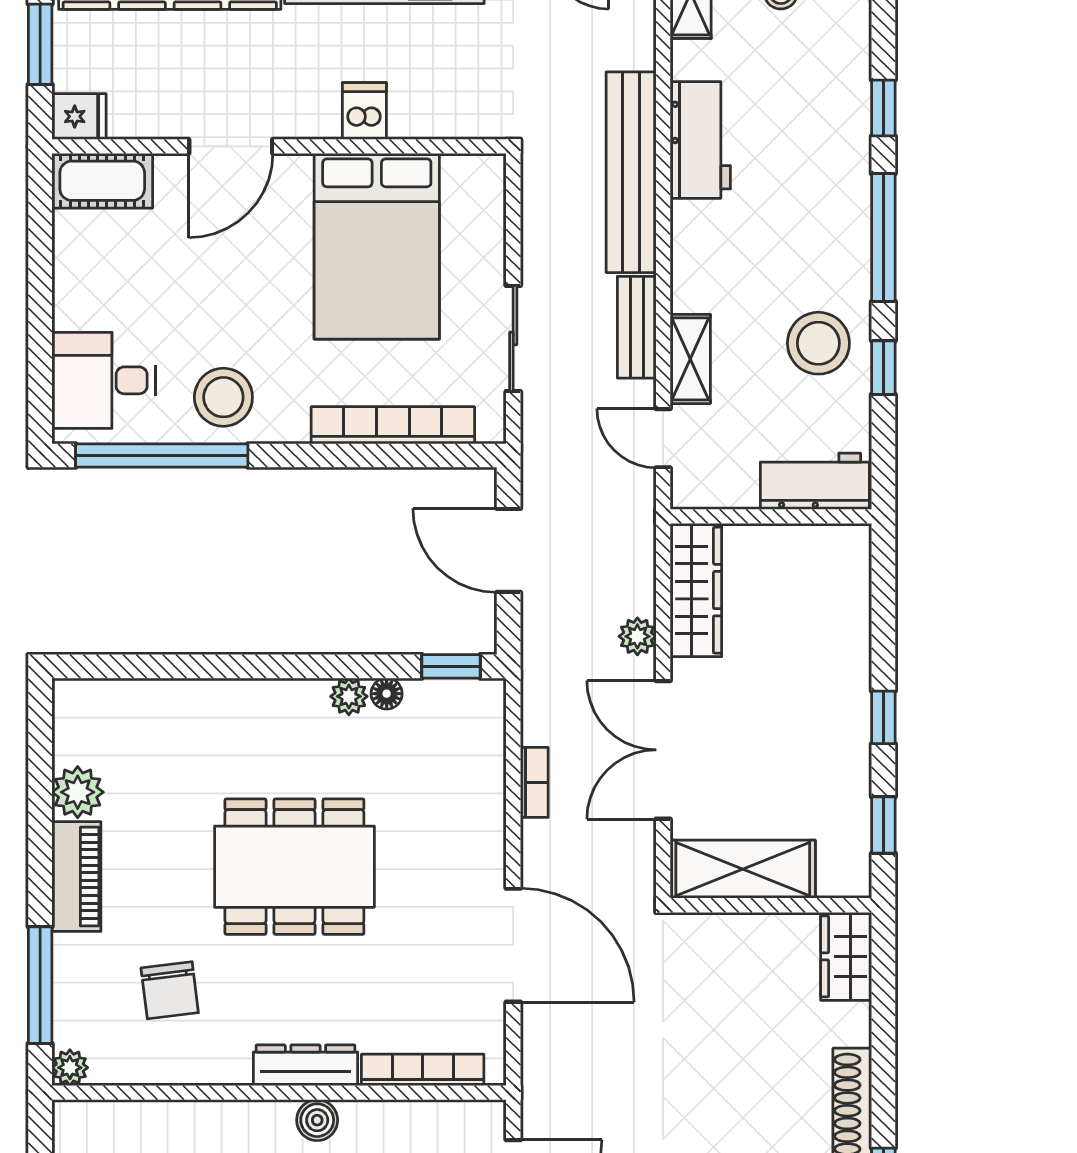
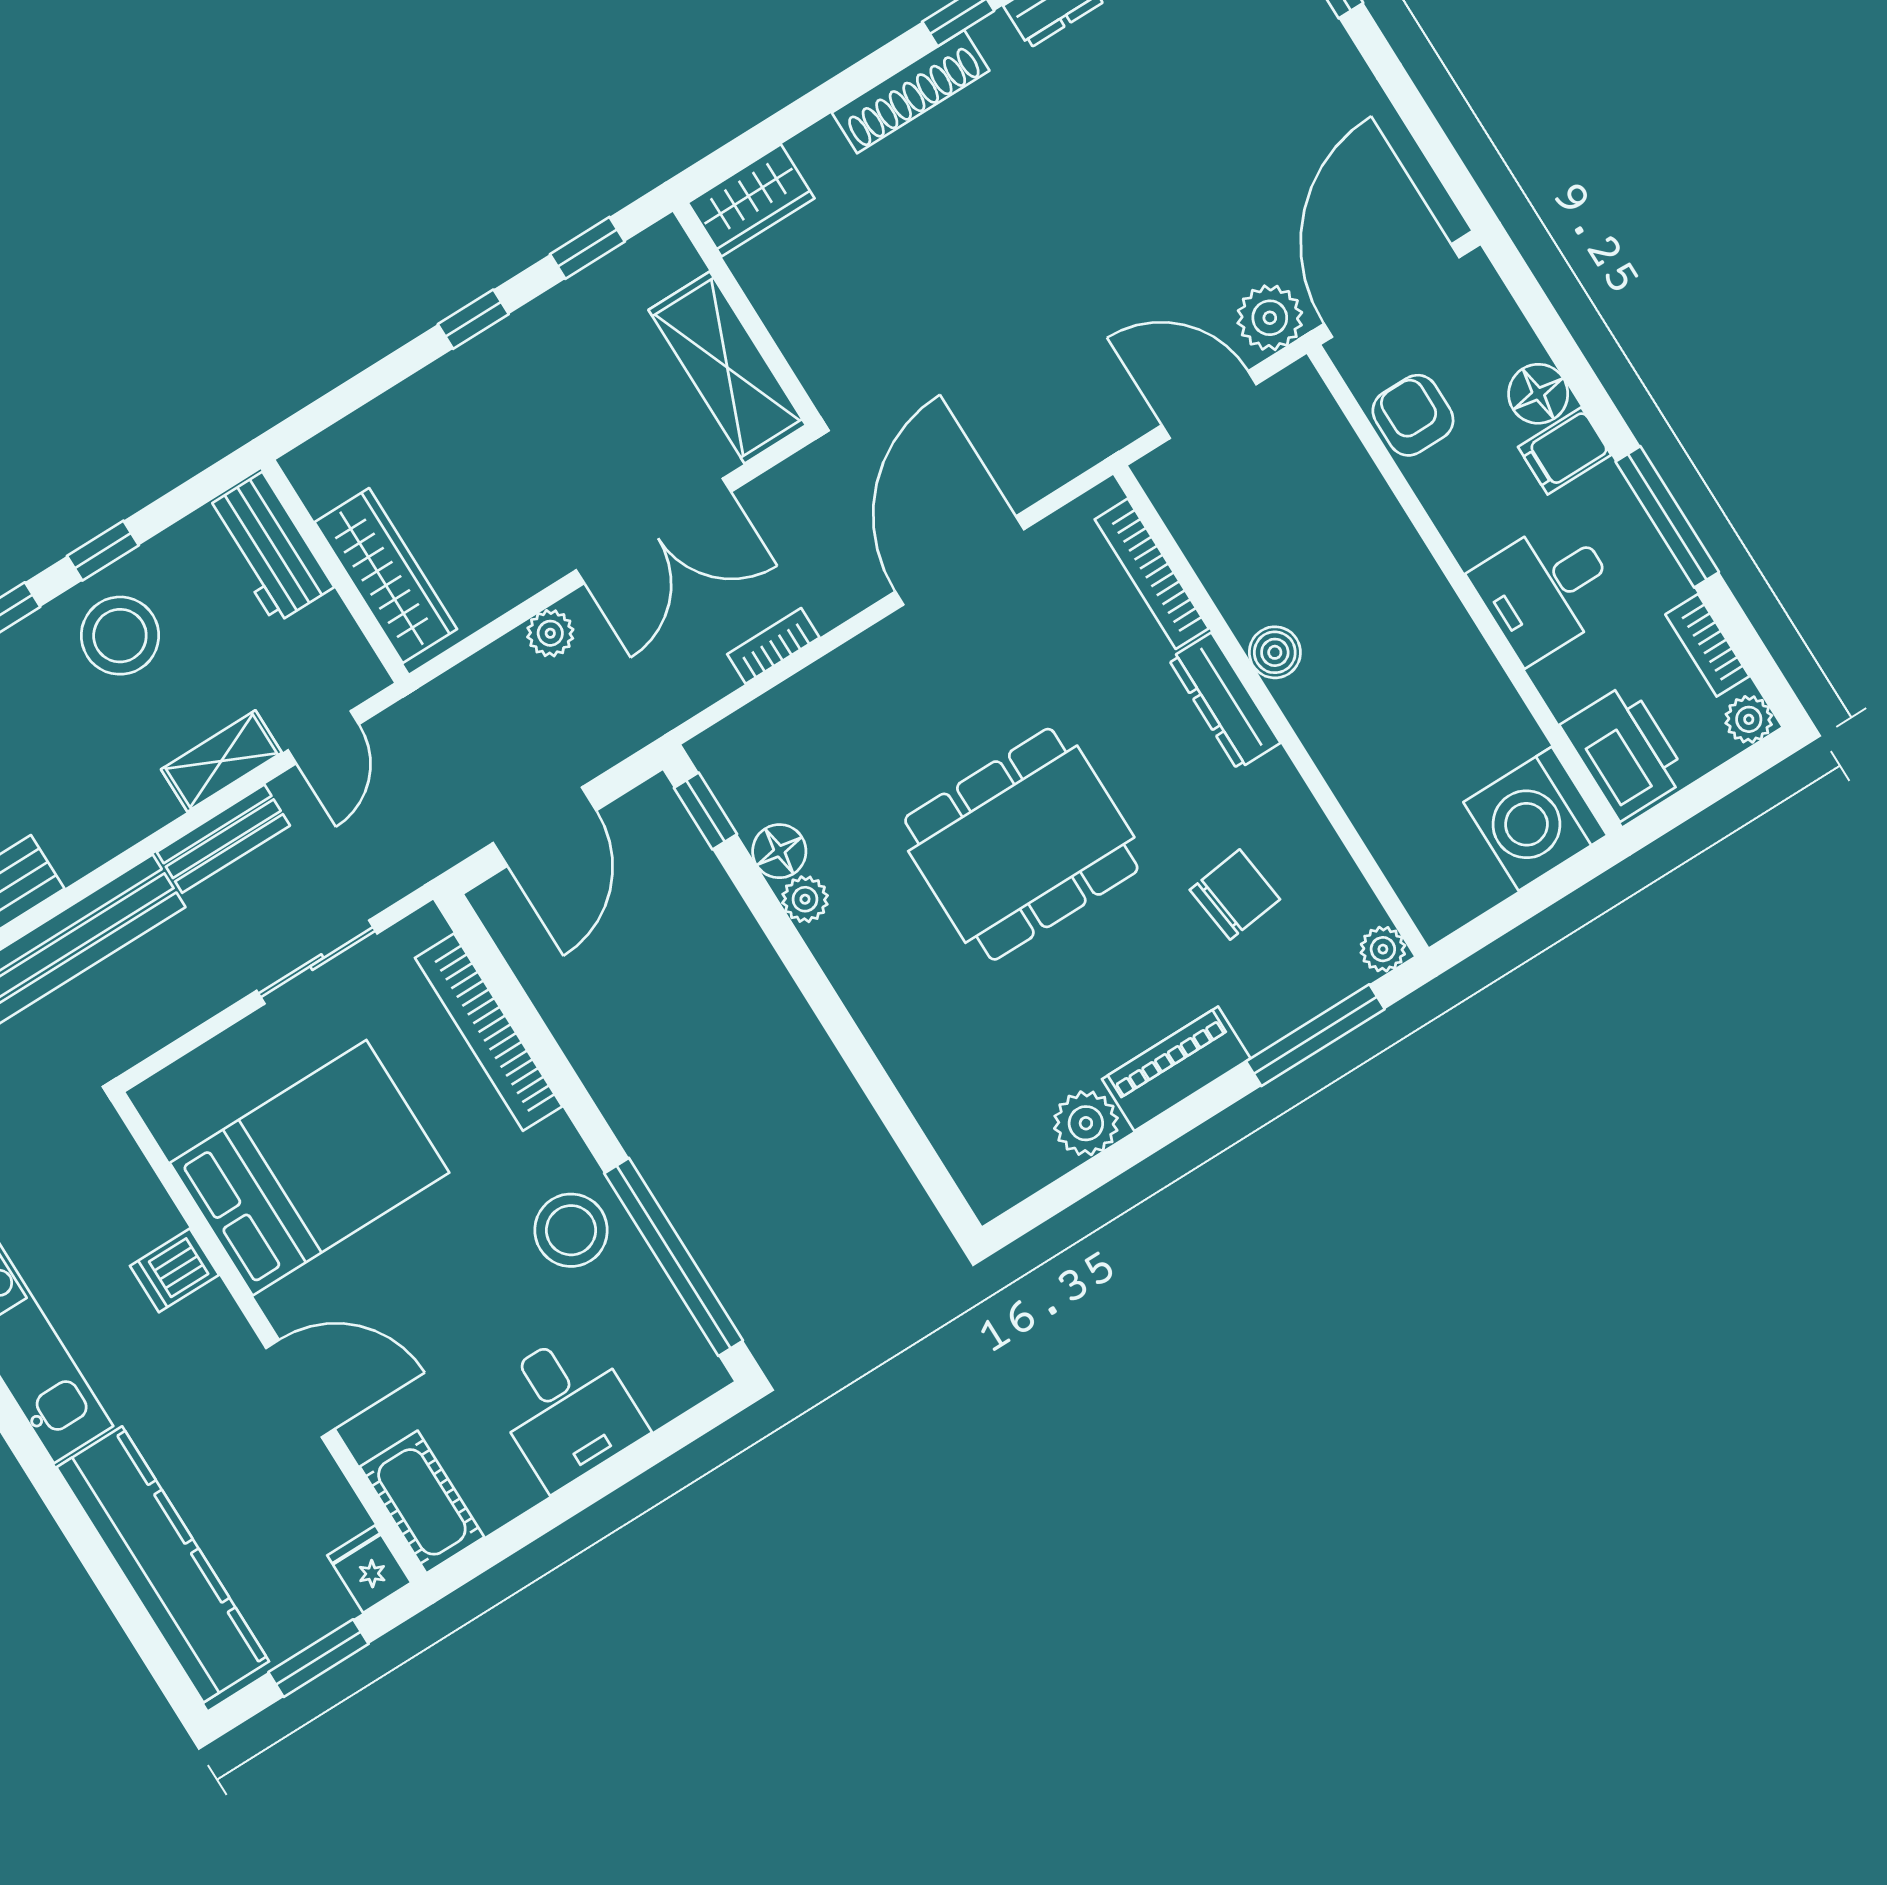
desk: (104, 380) -> (567, 1409), moved
wardrobe: (696, 590) -> (386, 576), moved, turned 90
floor lamp: (387, 694) -> (779, 851), width x1.37, depth x1.37
dining table: (294, 867) -> (1021, 844), turned 90

